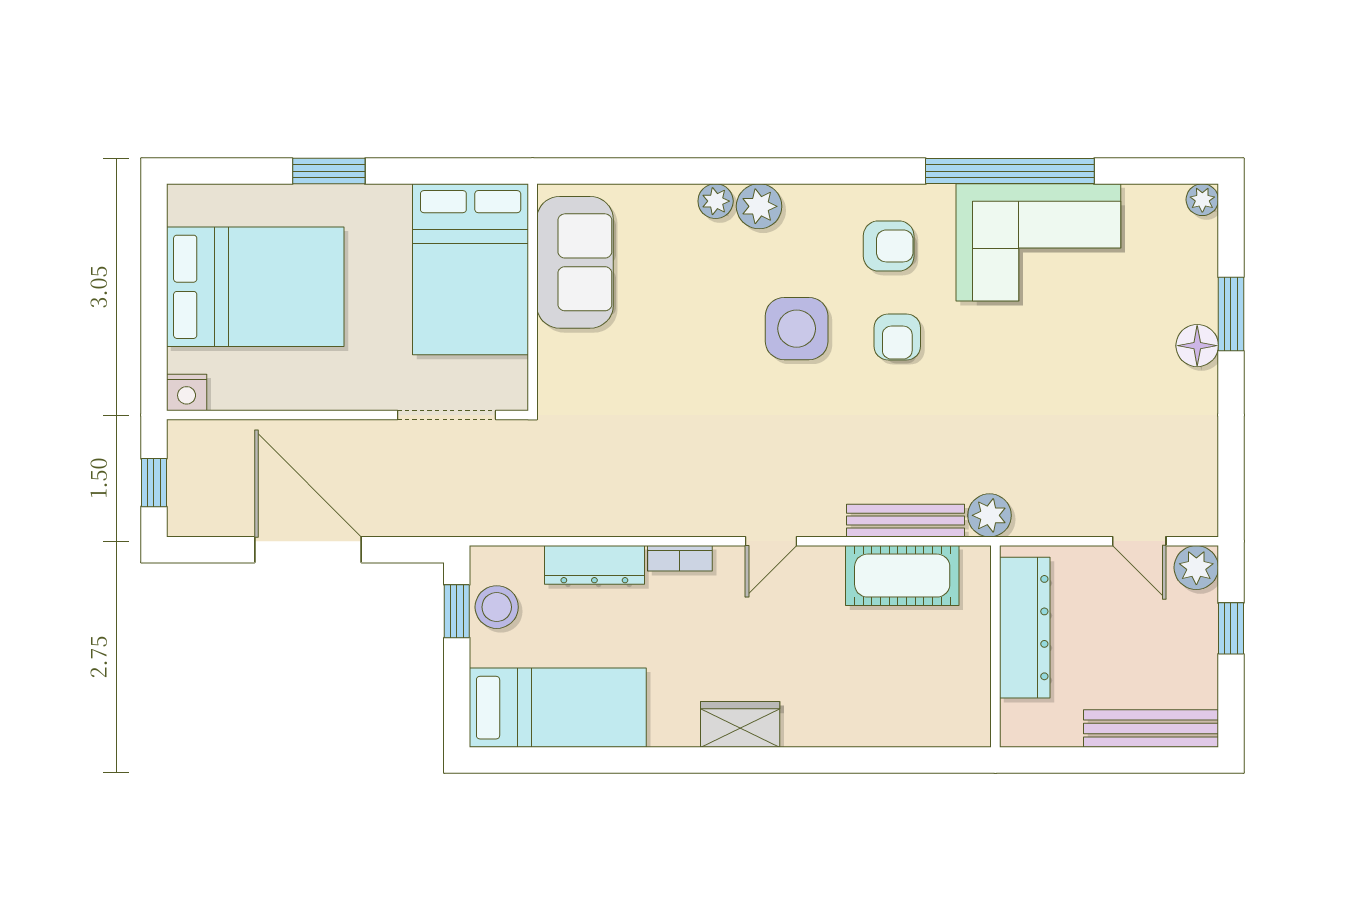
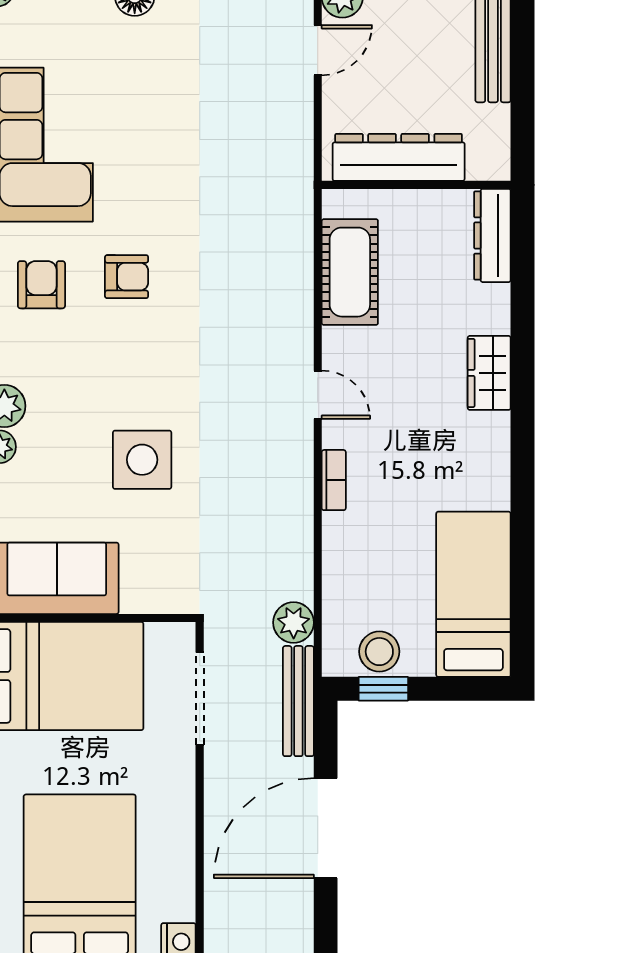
side table: (797, 329) -> (142, 460), moved
plant: (990, 515) -> (294, 623), moved
bench: (906, 521) -> (298, 701), moved
dresser: (594, 565) -> (492, 235), moved, turned 180
wardrobe: (740, 724) -> (489, 373), moved

